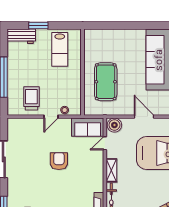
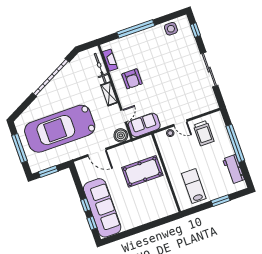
workbench: (21, 36) -> (234, 169), moved, turned -90
pool table: (106, 82) -> (142, 171), turned 90
door: (51, 117) -> (180, 123), swing flipped
armchair: (59, 161) -> (132, 79), moved

